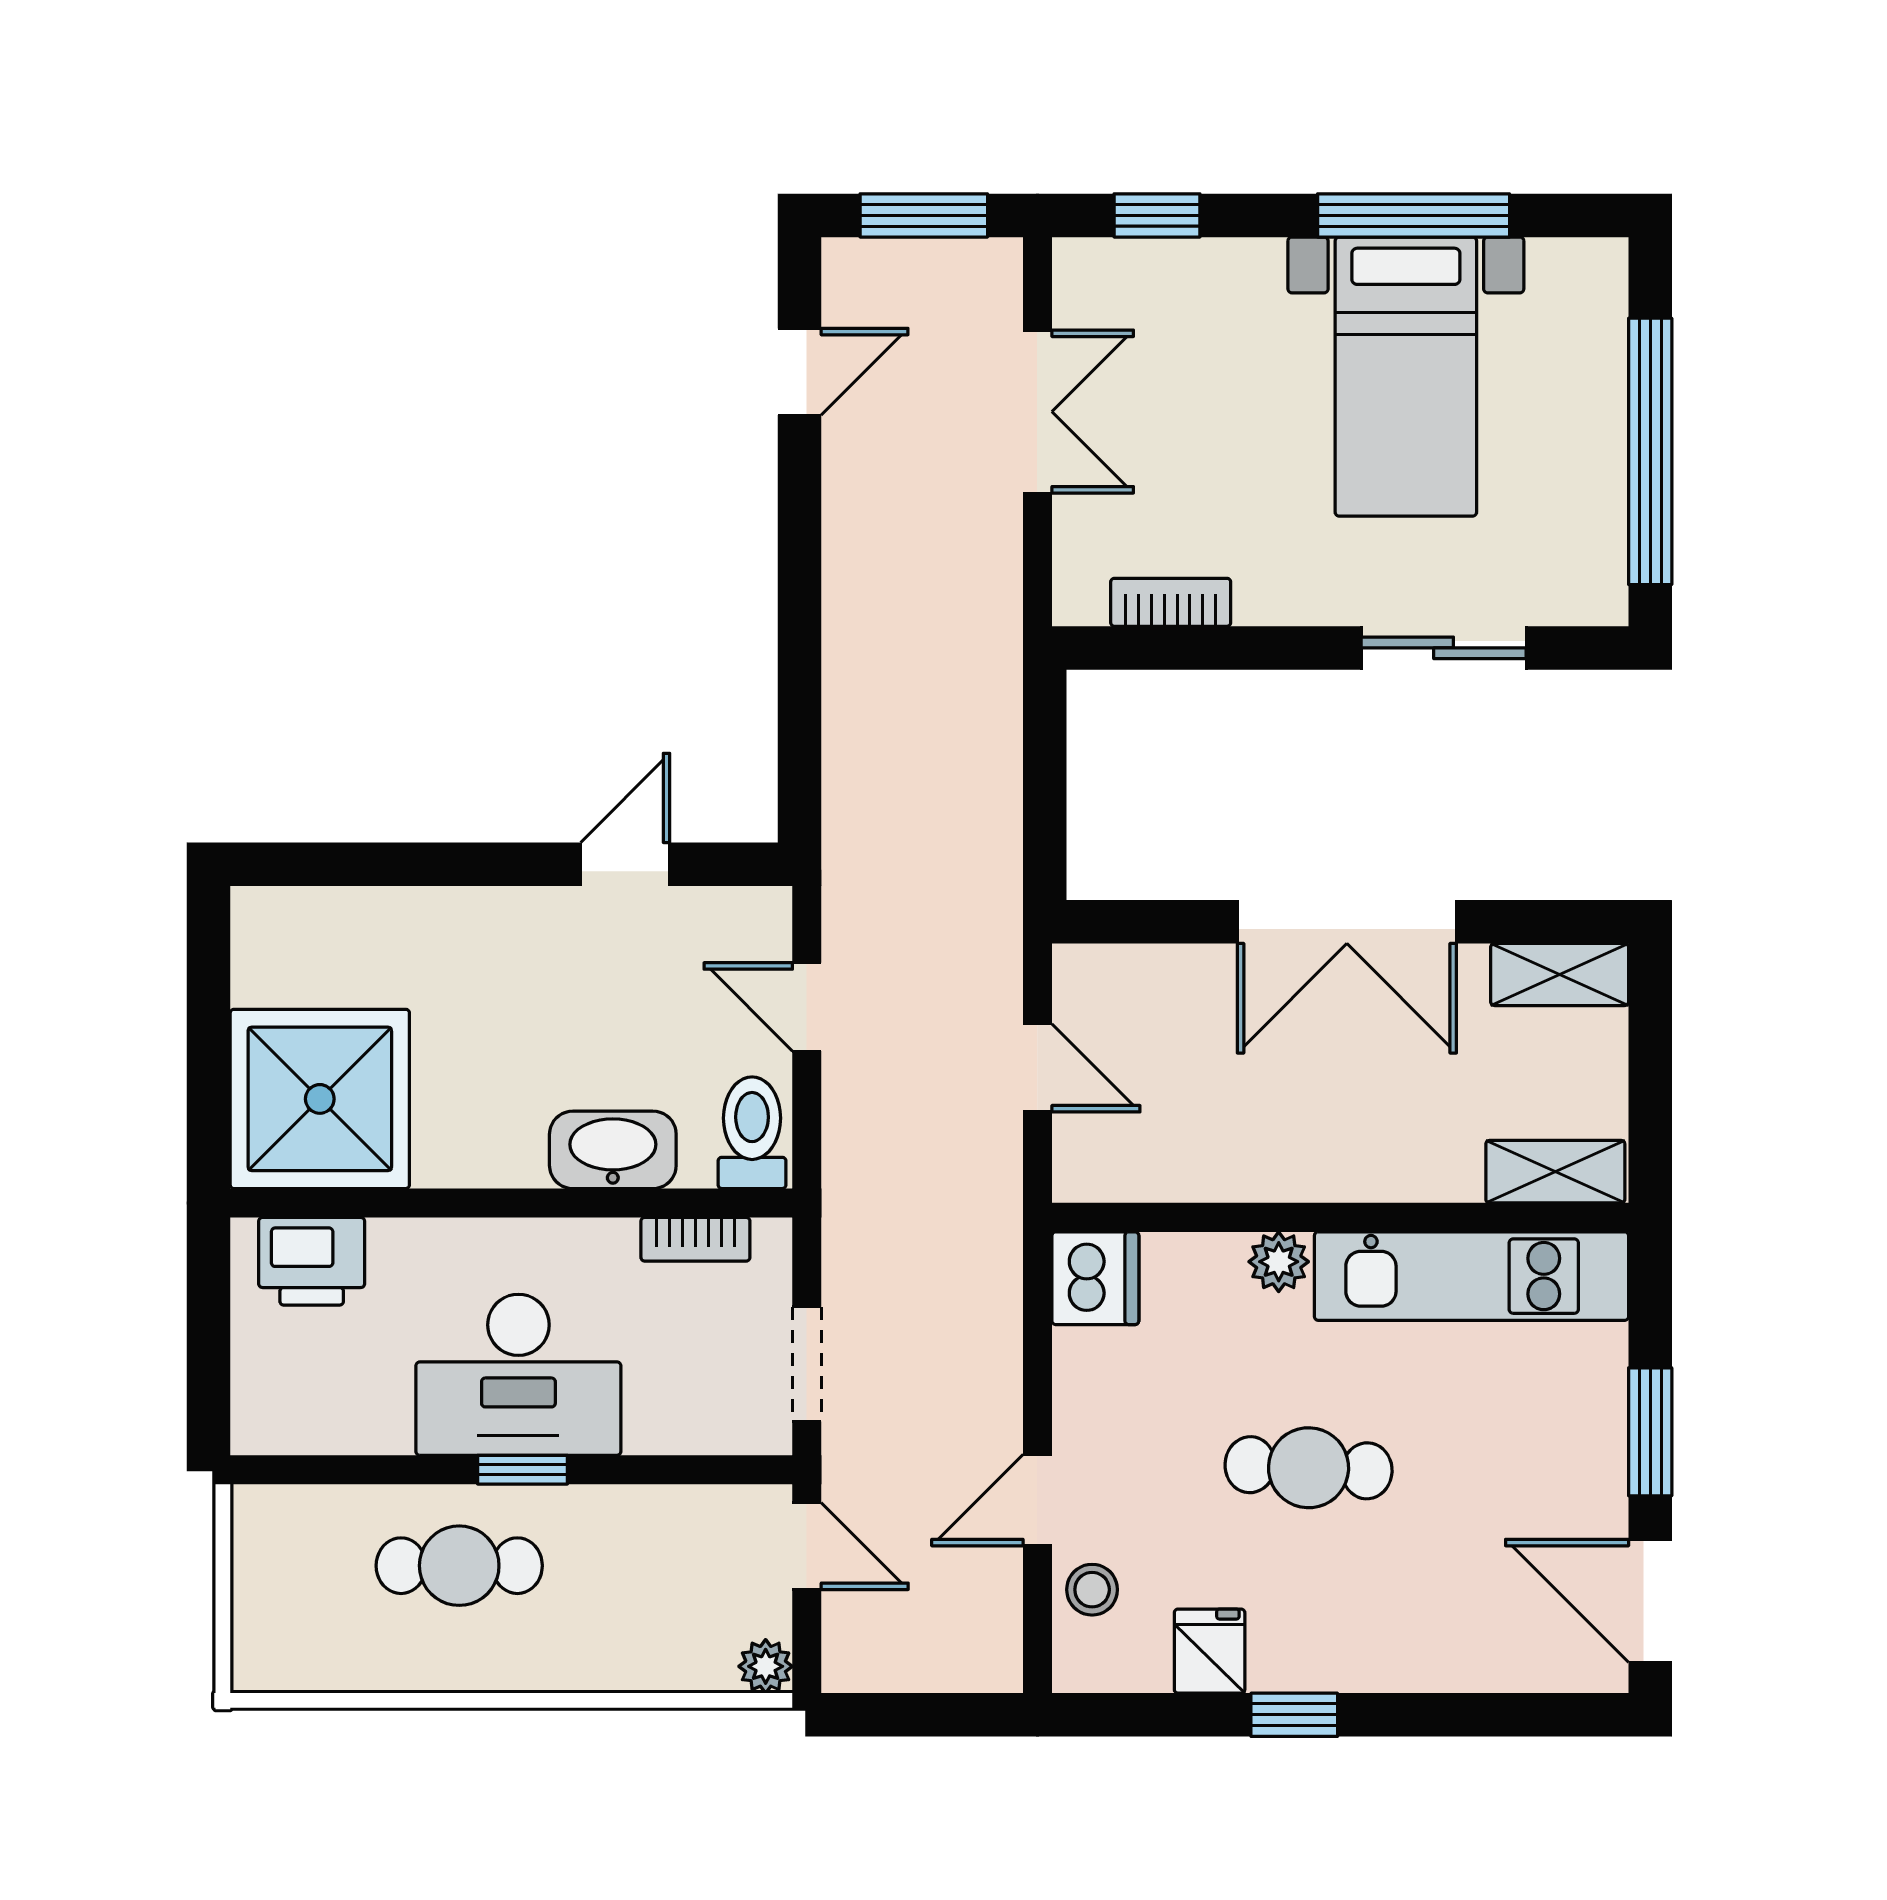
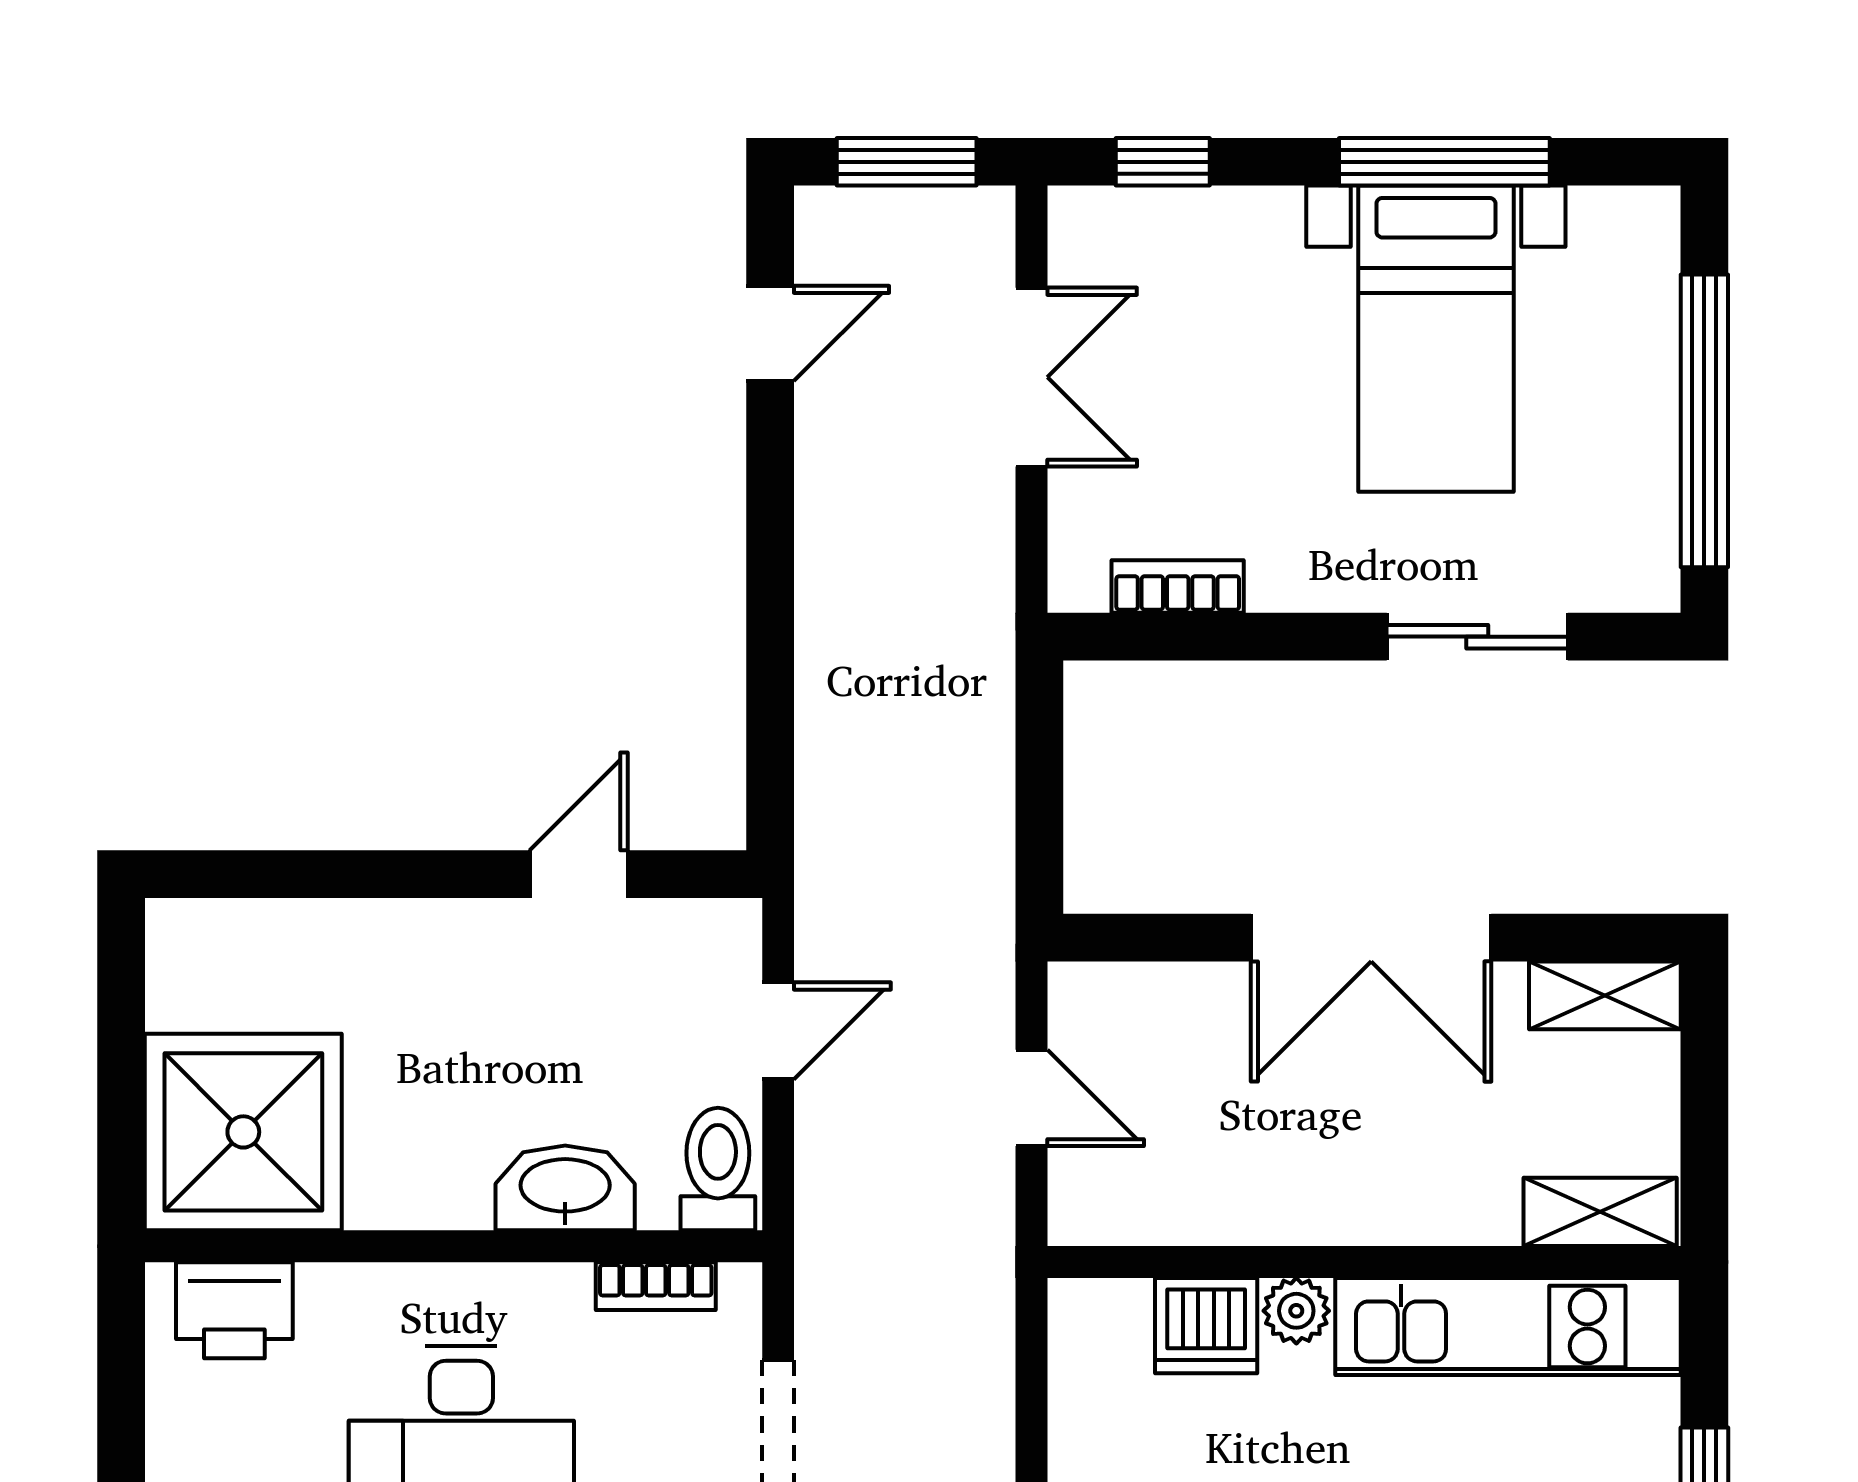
door: (807, 1007) -> (778, 1031), swing flipped
dishwasher: (1095, 1278) -> (1206, 1326), moved, turned 90

